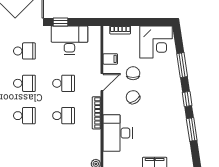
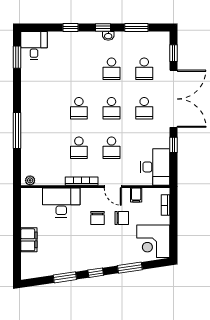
desk: (69, 40) -> (155, 167), moved
chair: (133, 97) -> (98, 218), turned 123

